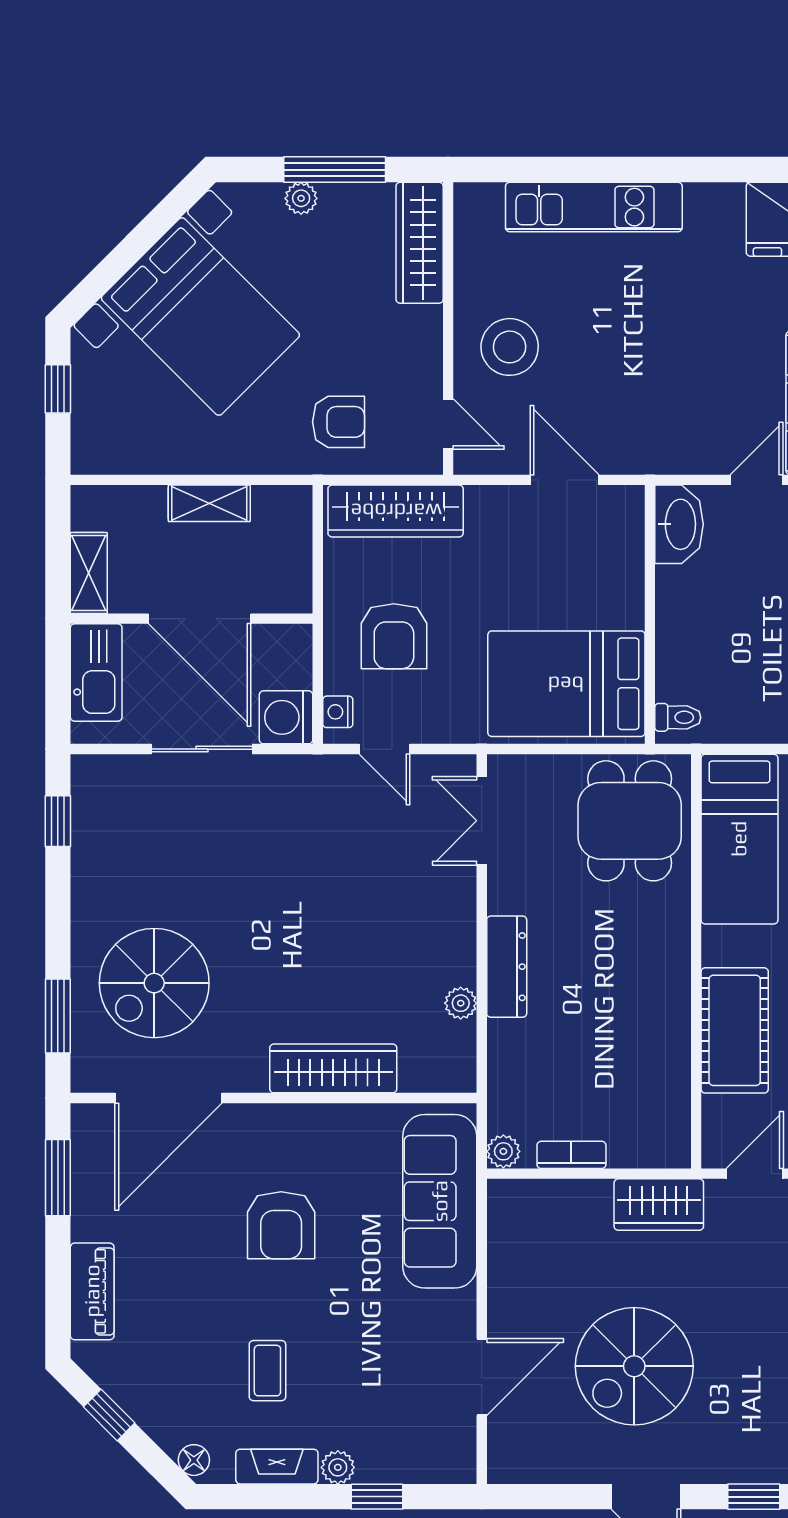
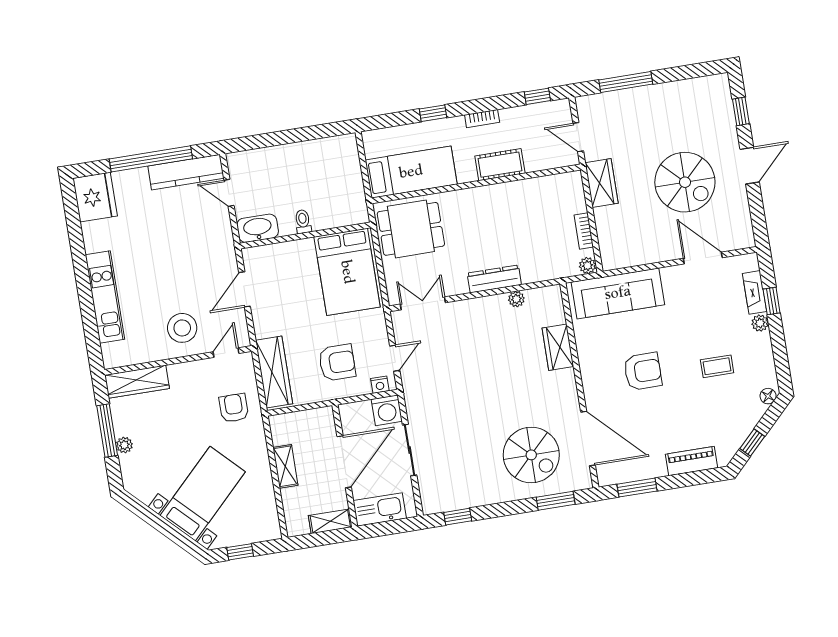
bed with nightstands: (200, 317) -> (203, 494), width x0.73
toilet: (678, 717) -> (303, 222), moved
double door: (482, 821) -> (423, 303), swing flipped
cot: (735, 1030) -> (500, 165), width x0.73, depth x0.75
wardrobe: (333, 1068) -> (558, 347), width x0.67
fireplace: (277, 1467) -> (755, 292), moved

